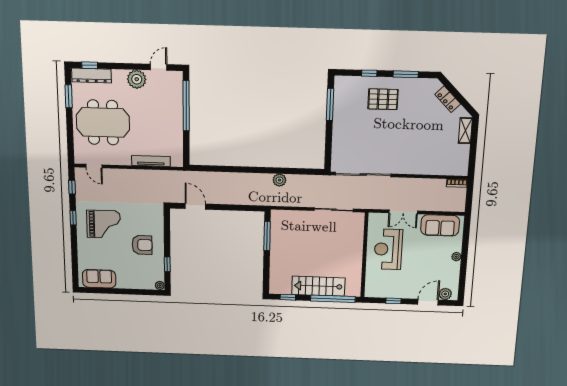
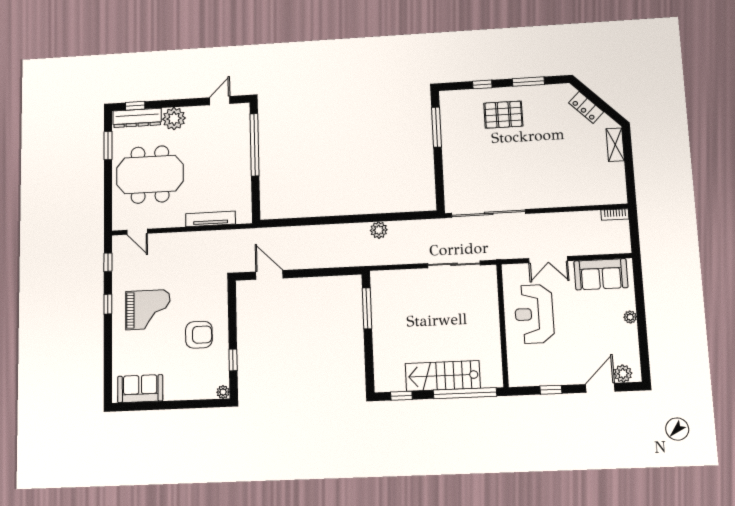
plant: (137, 79) -> (174, 119), moved

